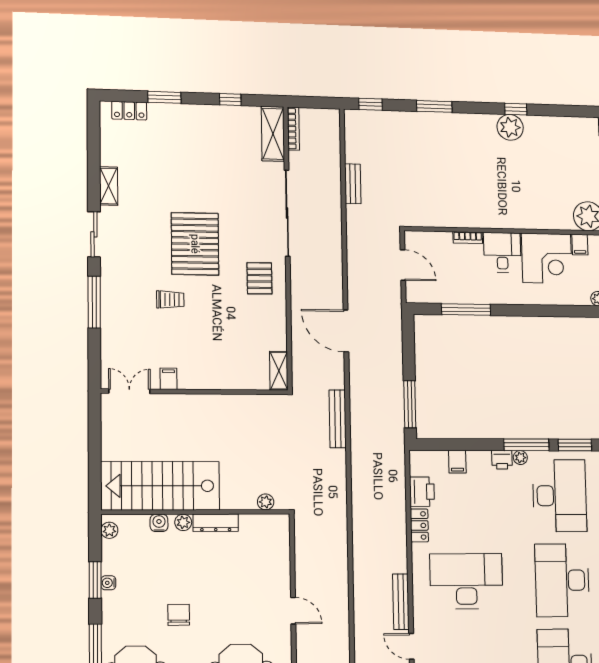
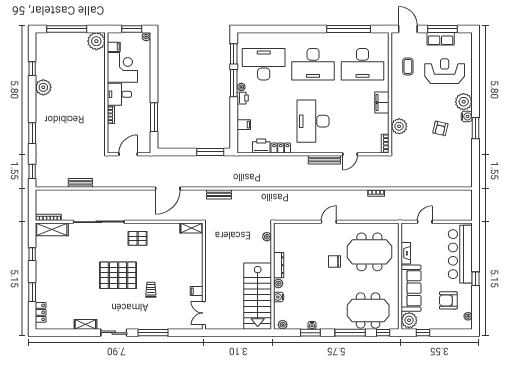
window: (516, 109) -> (32, 69), moved
bench: (338, 419) -> (219, 194), width x0.73
chair: (179, 615) -> (334, 261), moved

